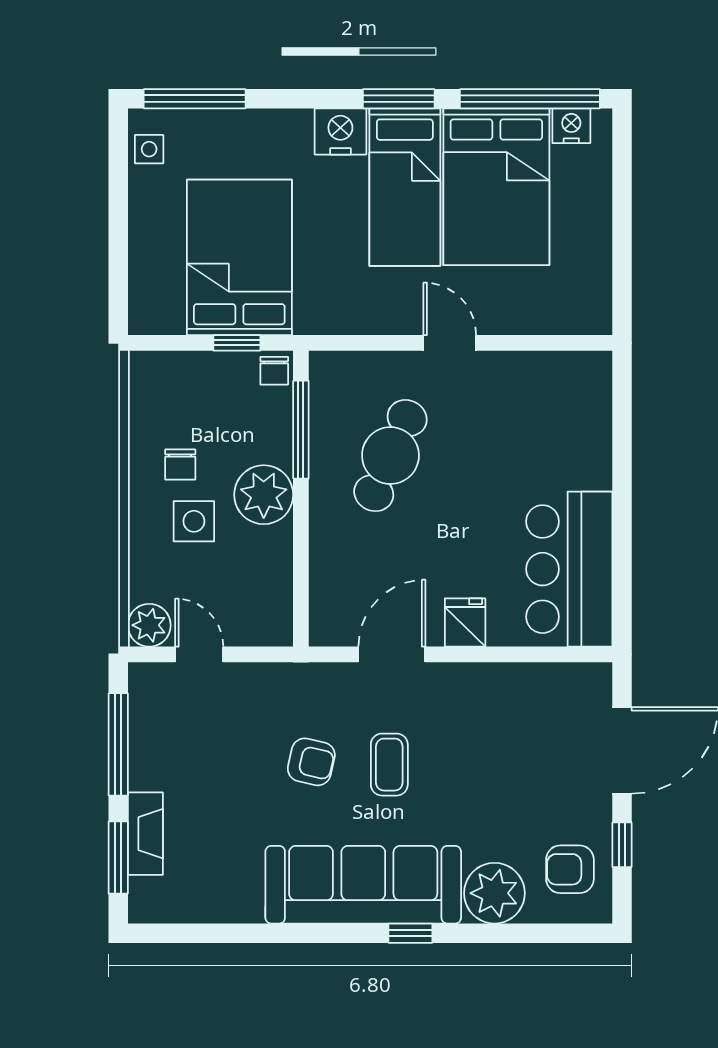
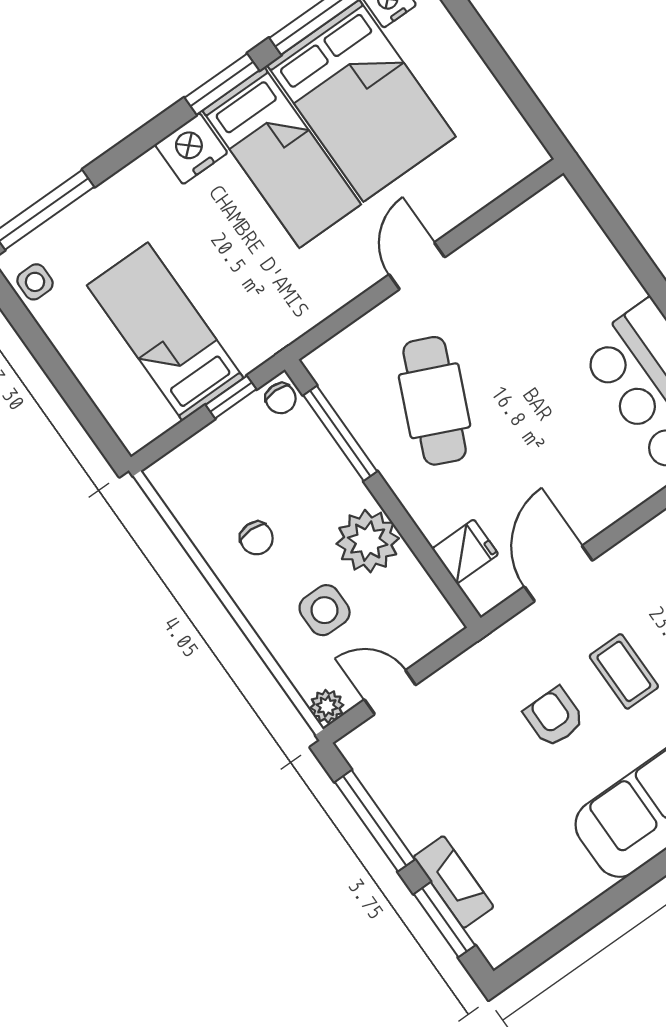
bed: (239, 257) -> (165, 332), width x0.67
door: (450, 343) -> (417, 266), hinge flipped
plant: (264, 495) -> (368, 541), moved
side table: (194, 521) -> (325, 610), moved
fridge: (465, 623) -> (465, 551), moved, turned 90
plant: (149, 625) -> (327, 706), width x0.73, depth x0.73
armchair: (311, 762) -> (554, 717), turned -103

